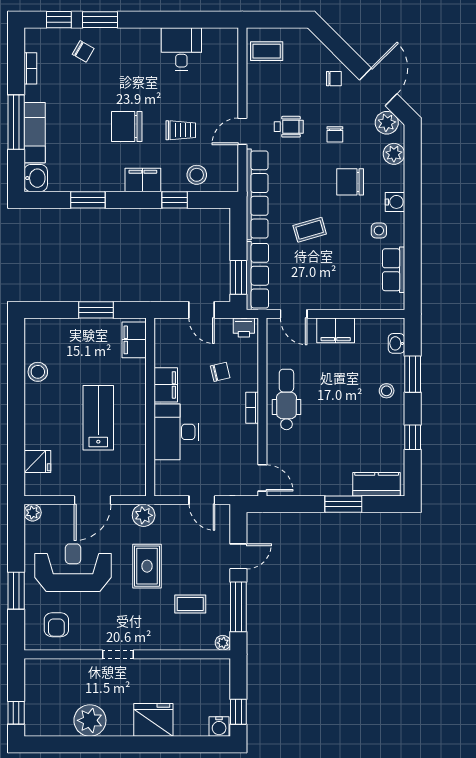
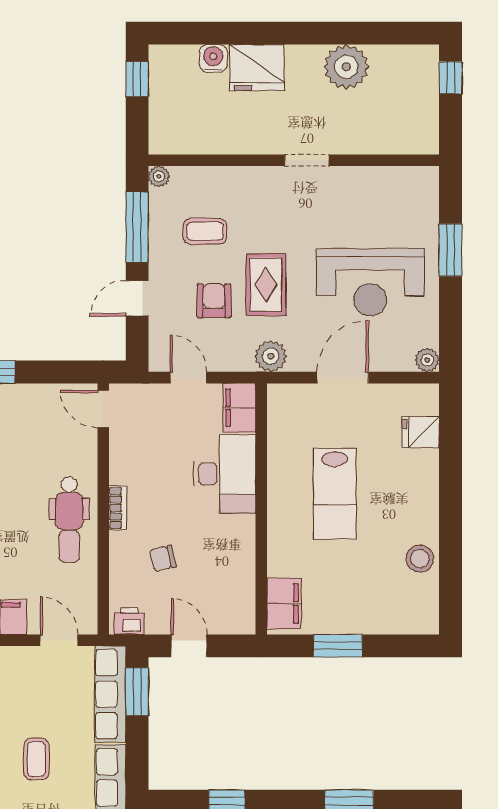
coffee table: (310, 230) -> (36, 759), turned -74
filing cabinet: (166, 385) -> (239, 408), moved
armchair: (56, 625) -> (214, 301), moved
water cooler: (219, 726) -> (213, 58), moved

